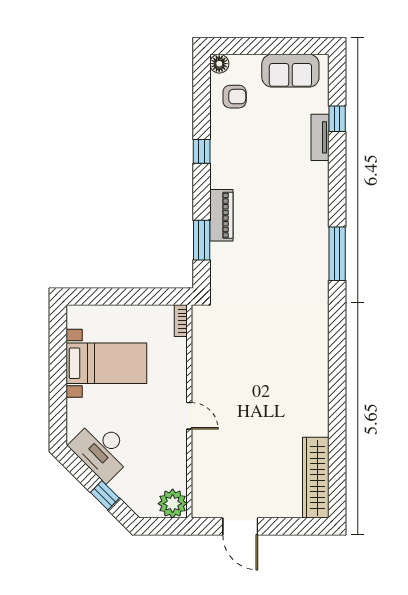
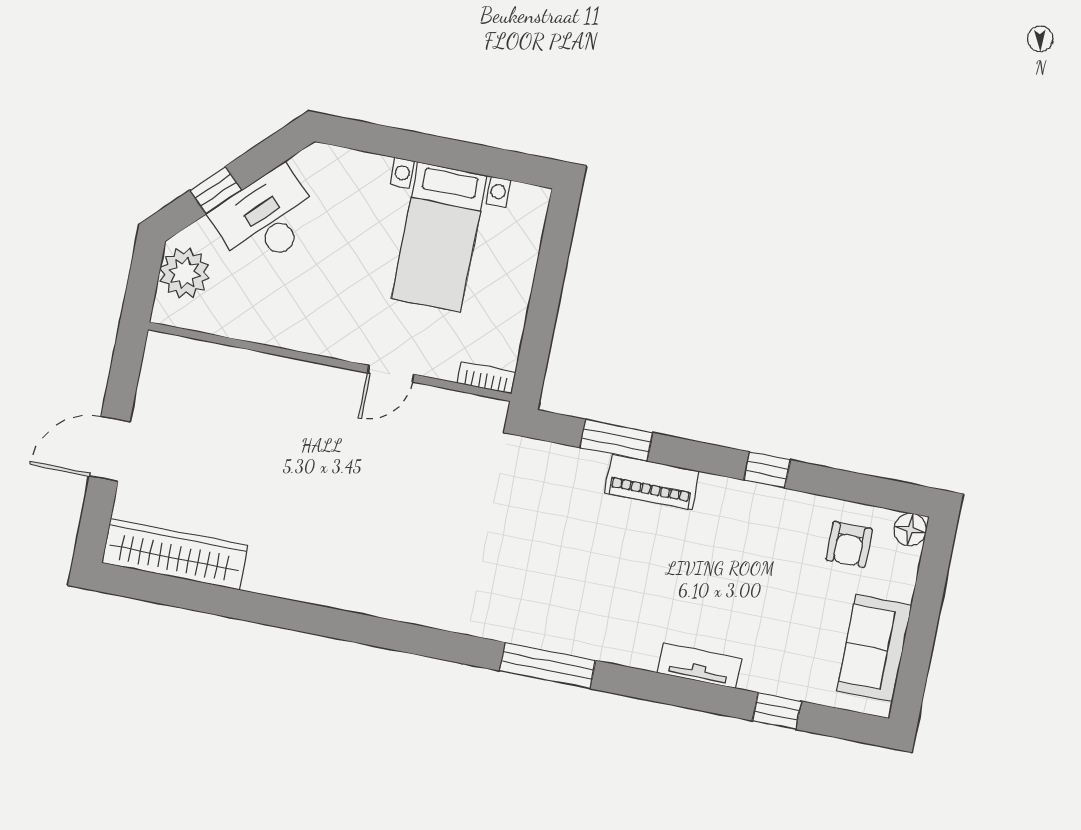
tv unit: (320, 137) -> (700, 666), moved
door: (189, 416) -> (391, 374), moved
desk: (102, 450) -> (266, 219), moved
plant: (173, 504) -> (185, 273), moved
door: (240, 526) -> (110, 449), moved

